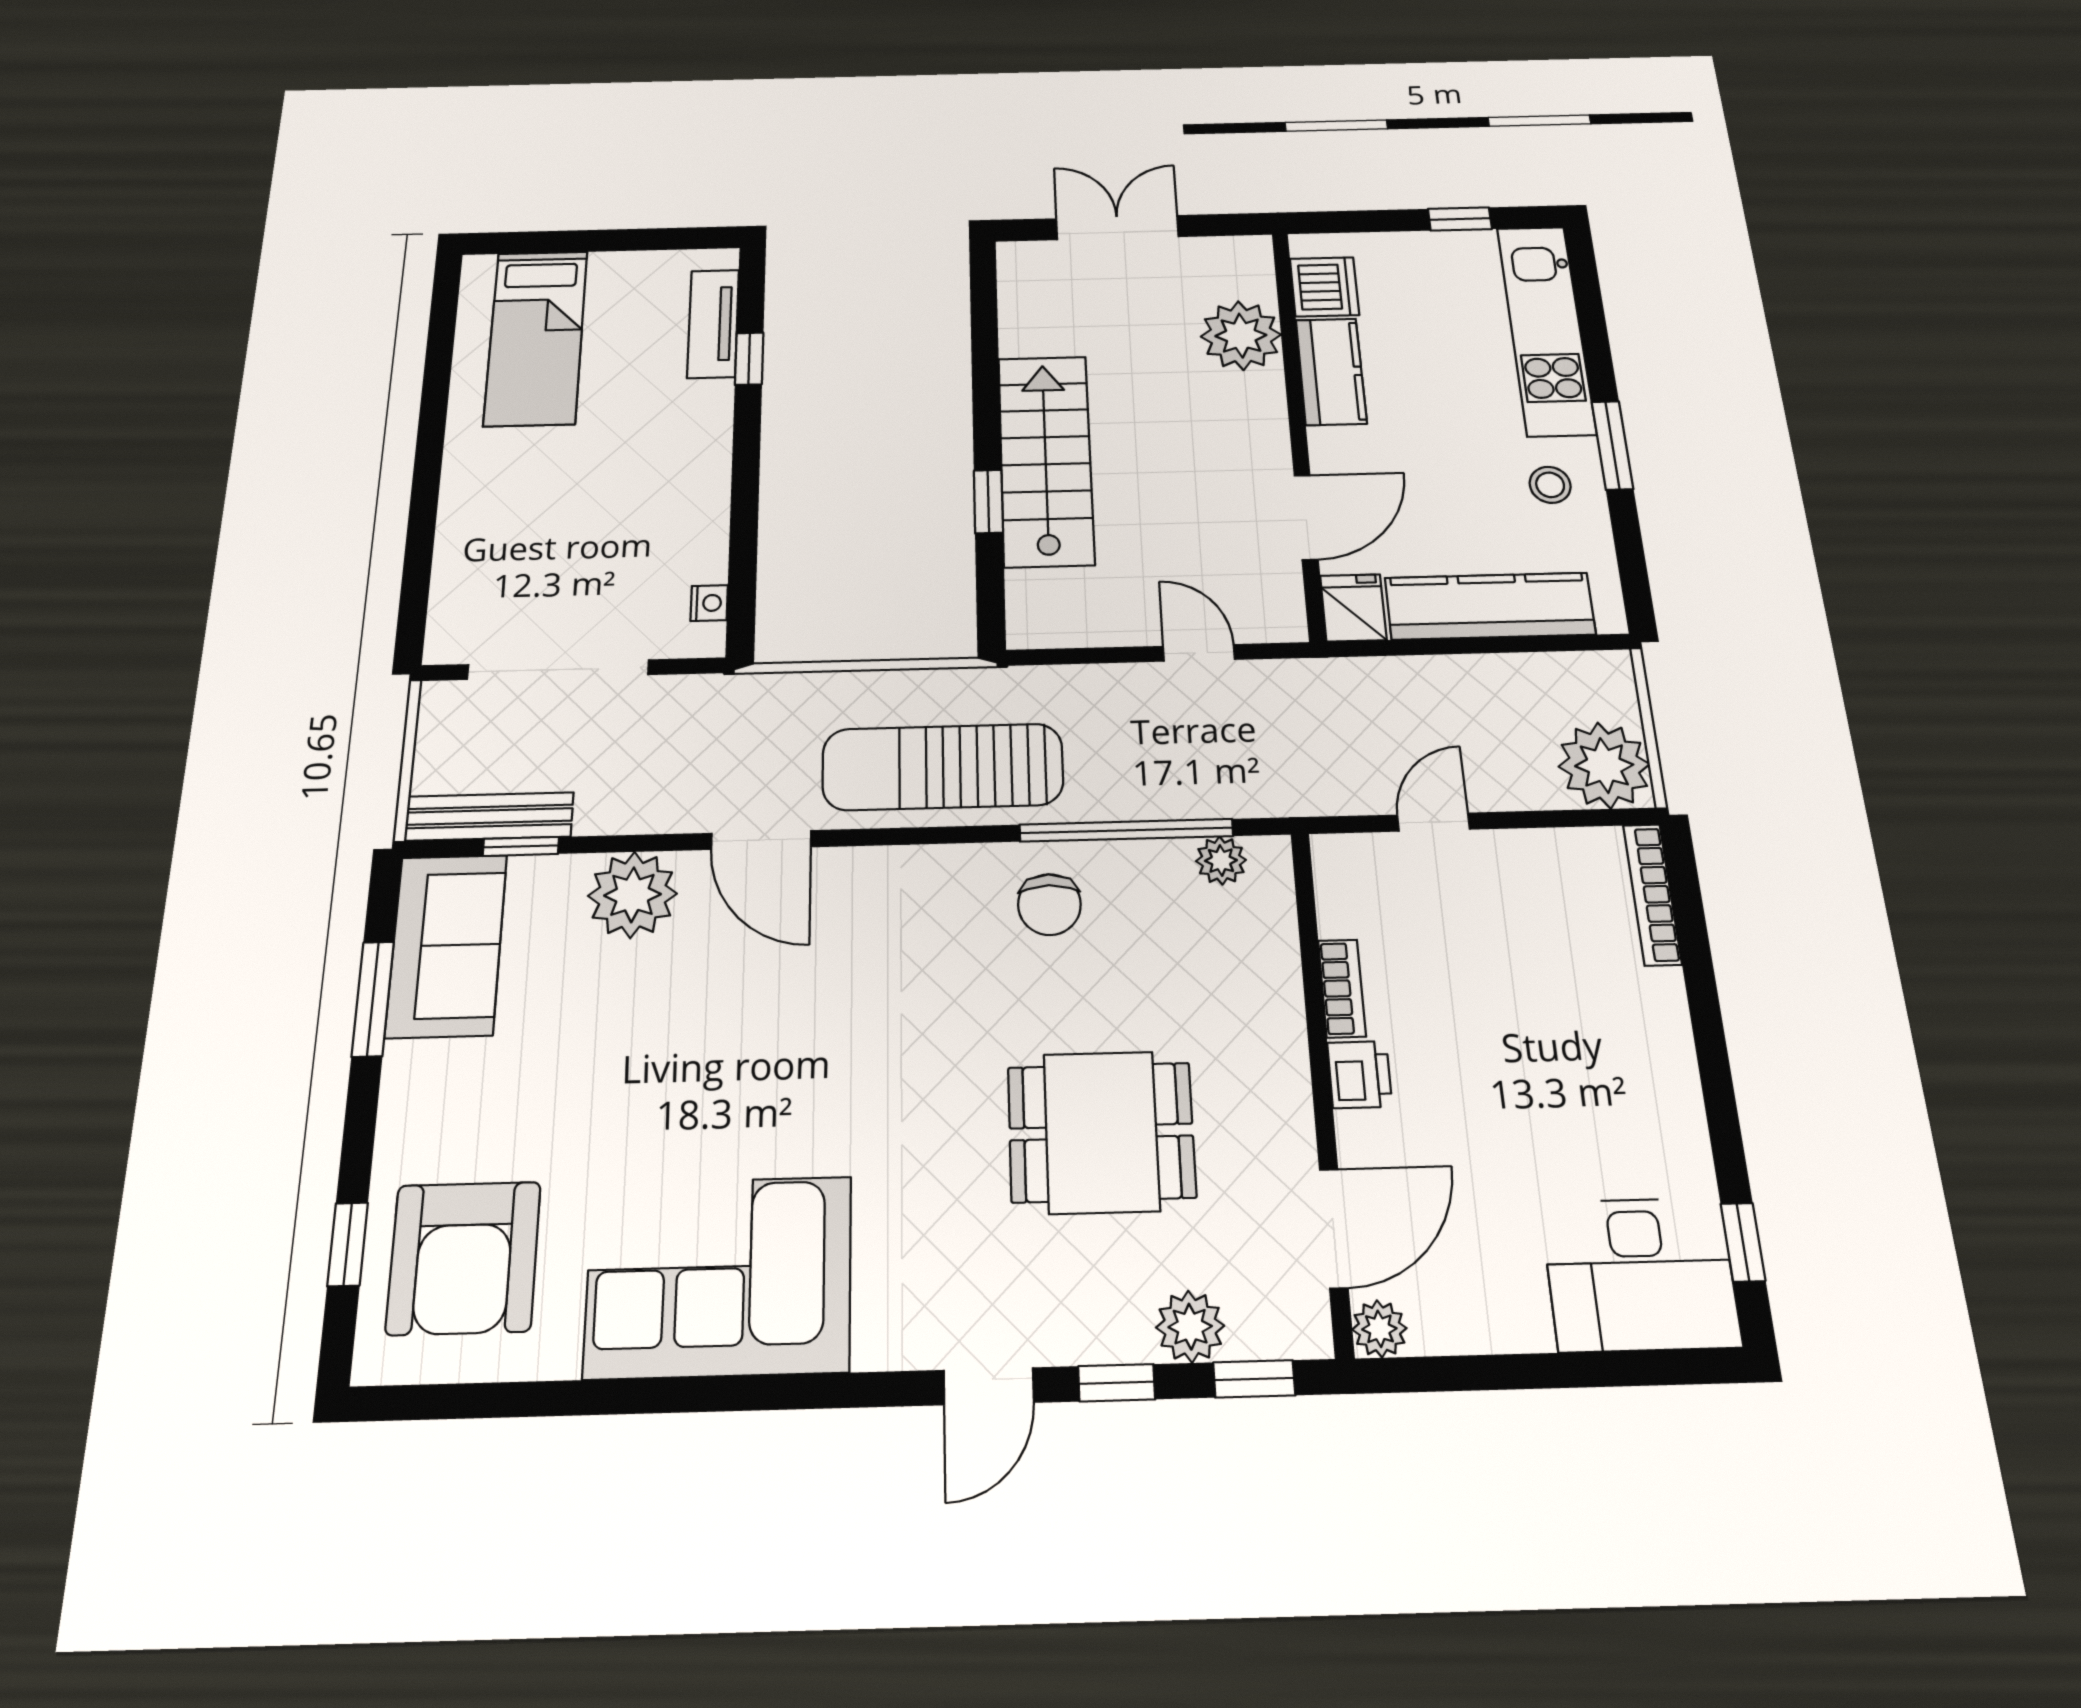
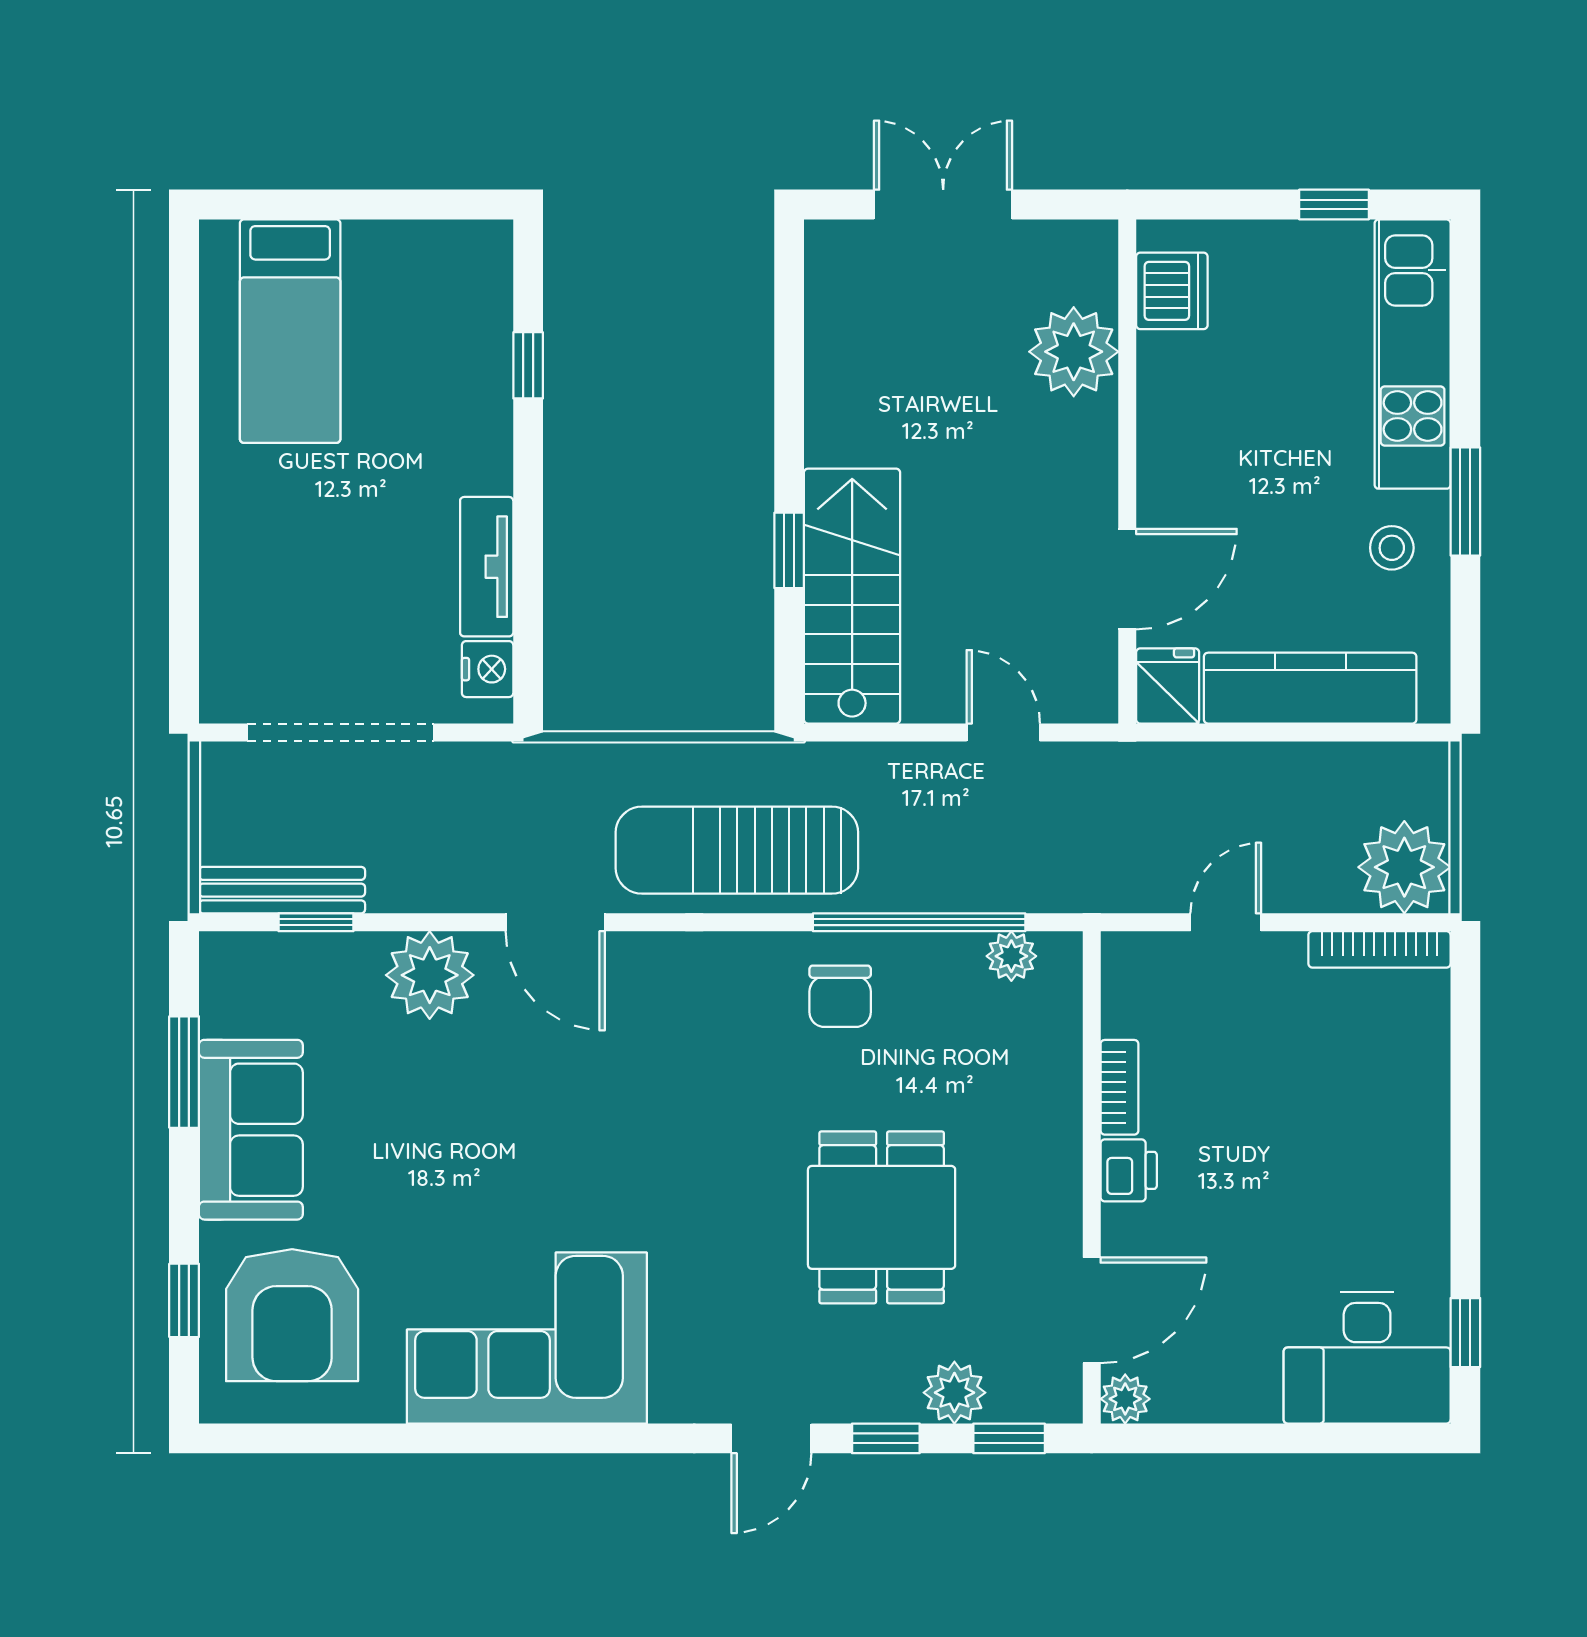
tv unit: (713, 324) -> (487, 567), moved
kitchen counter: (1331, 371) -> (1170, 401), removed
stairs: (1046, 460) -> (852, 596), moved
nightstand: (709, 603) -> (488, 669), width x1.39, depth x1.35
bookcase: (1652, 894) -> (1379, 949), moved, turned -90
sofa: (447, 945) -> (251, 1130), moved
dining table: (1101, 1132) -> (882, 1217), turned 90

